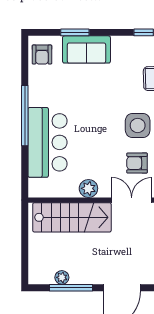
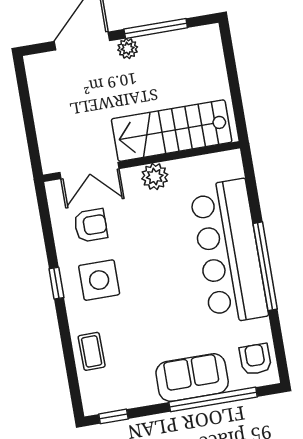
window: (75, 32) -> (213, 399), width x2.11
bar counter: (48, 142) -> (229, 252), width x1.36
plant: (62, 277) -> (128, 48), moved

